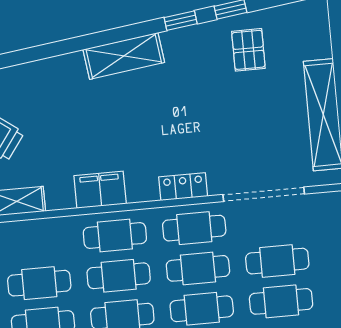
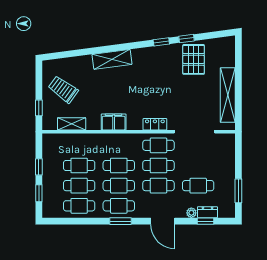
pallet: (248, 50) -> (194, 59), width x1.50, depth x1.42
shelving: (124, 56) -> (112, 59), moved
cafe table: (115, 235) -> (119, 145), removed
cafe table: (277, 261) -> (198, 165), removed

